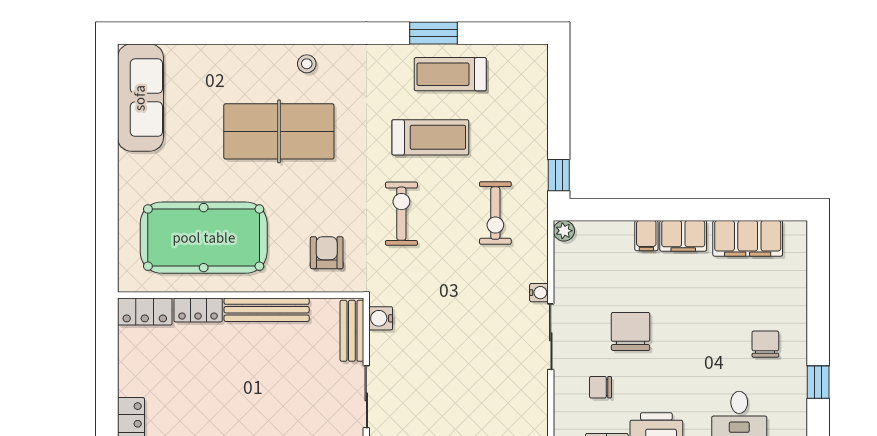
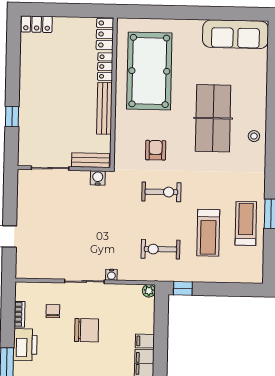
treadmill: (430, 137) -> (208, 233), moved
armchair: (327, 253) -> (156, 150), moved, turned -90

